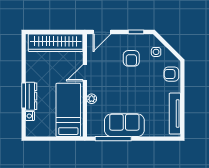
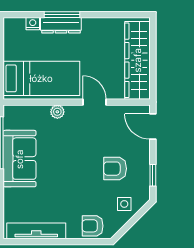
armchair: (171, 74) -> (93, 226), turned -90

